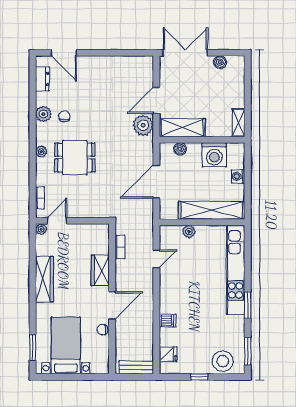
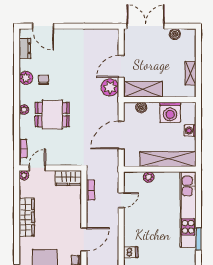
shelving: (238, 123) -> (190, 73), moved
wardrobe: (100, 270) -> (68, 178), moved, turned -90

